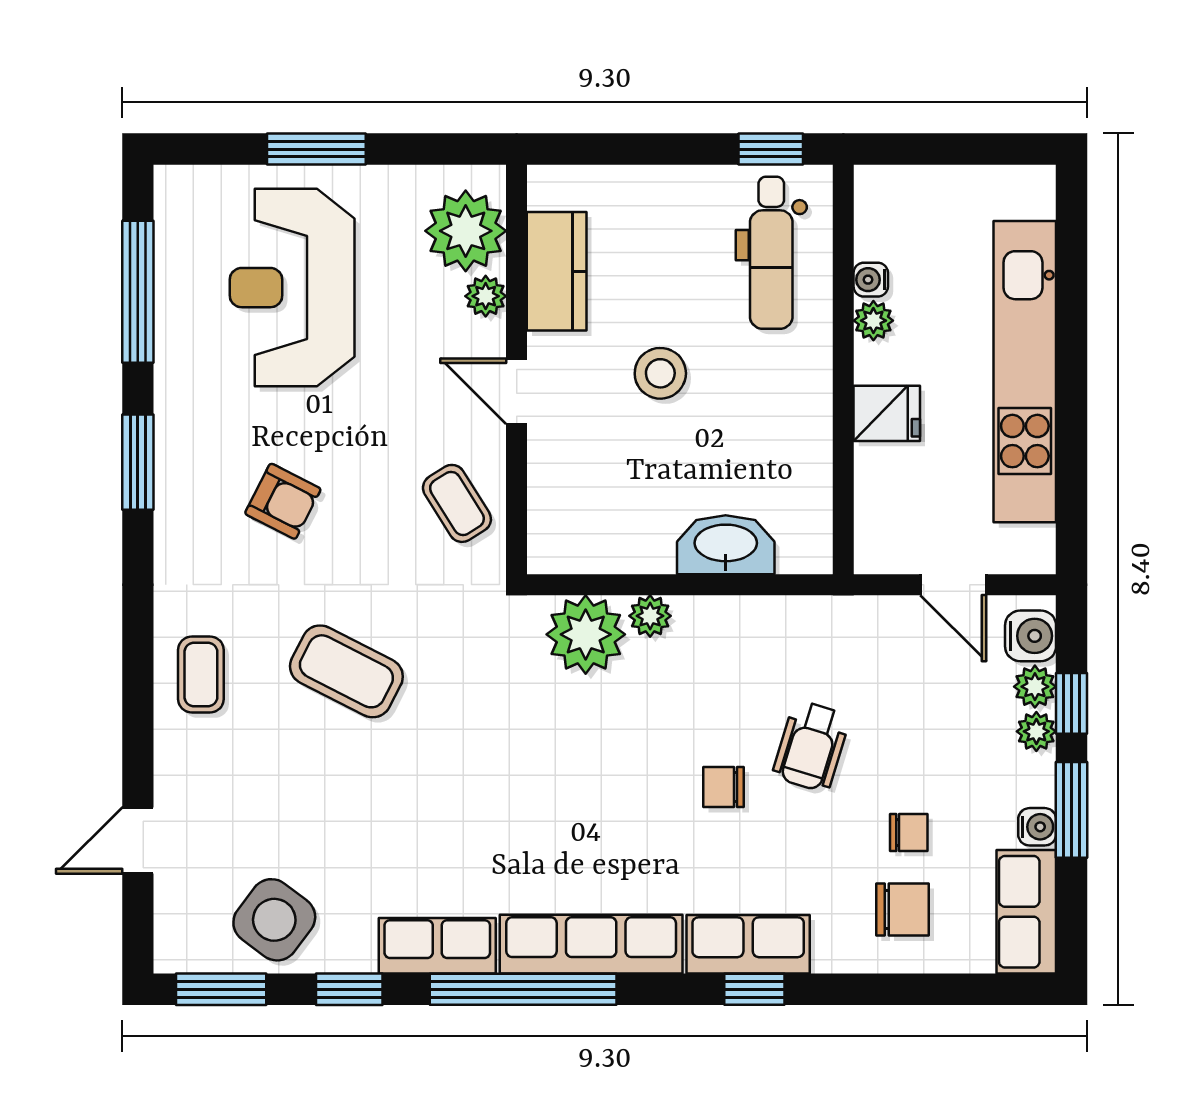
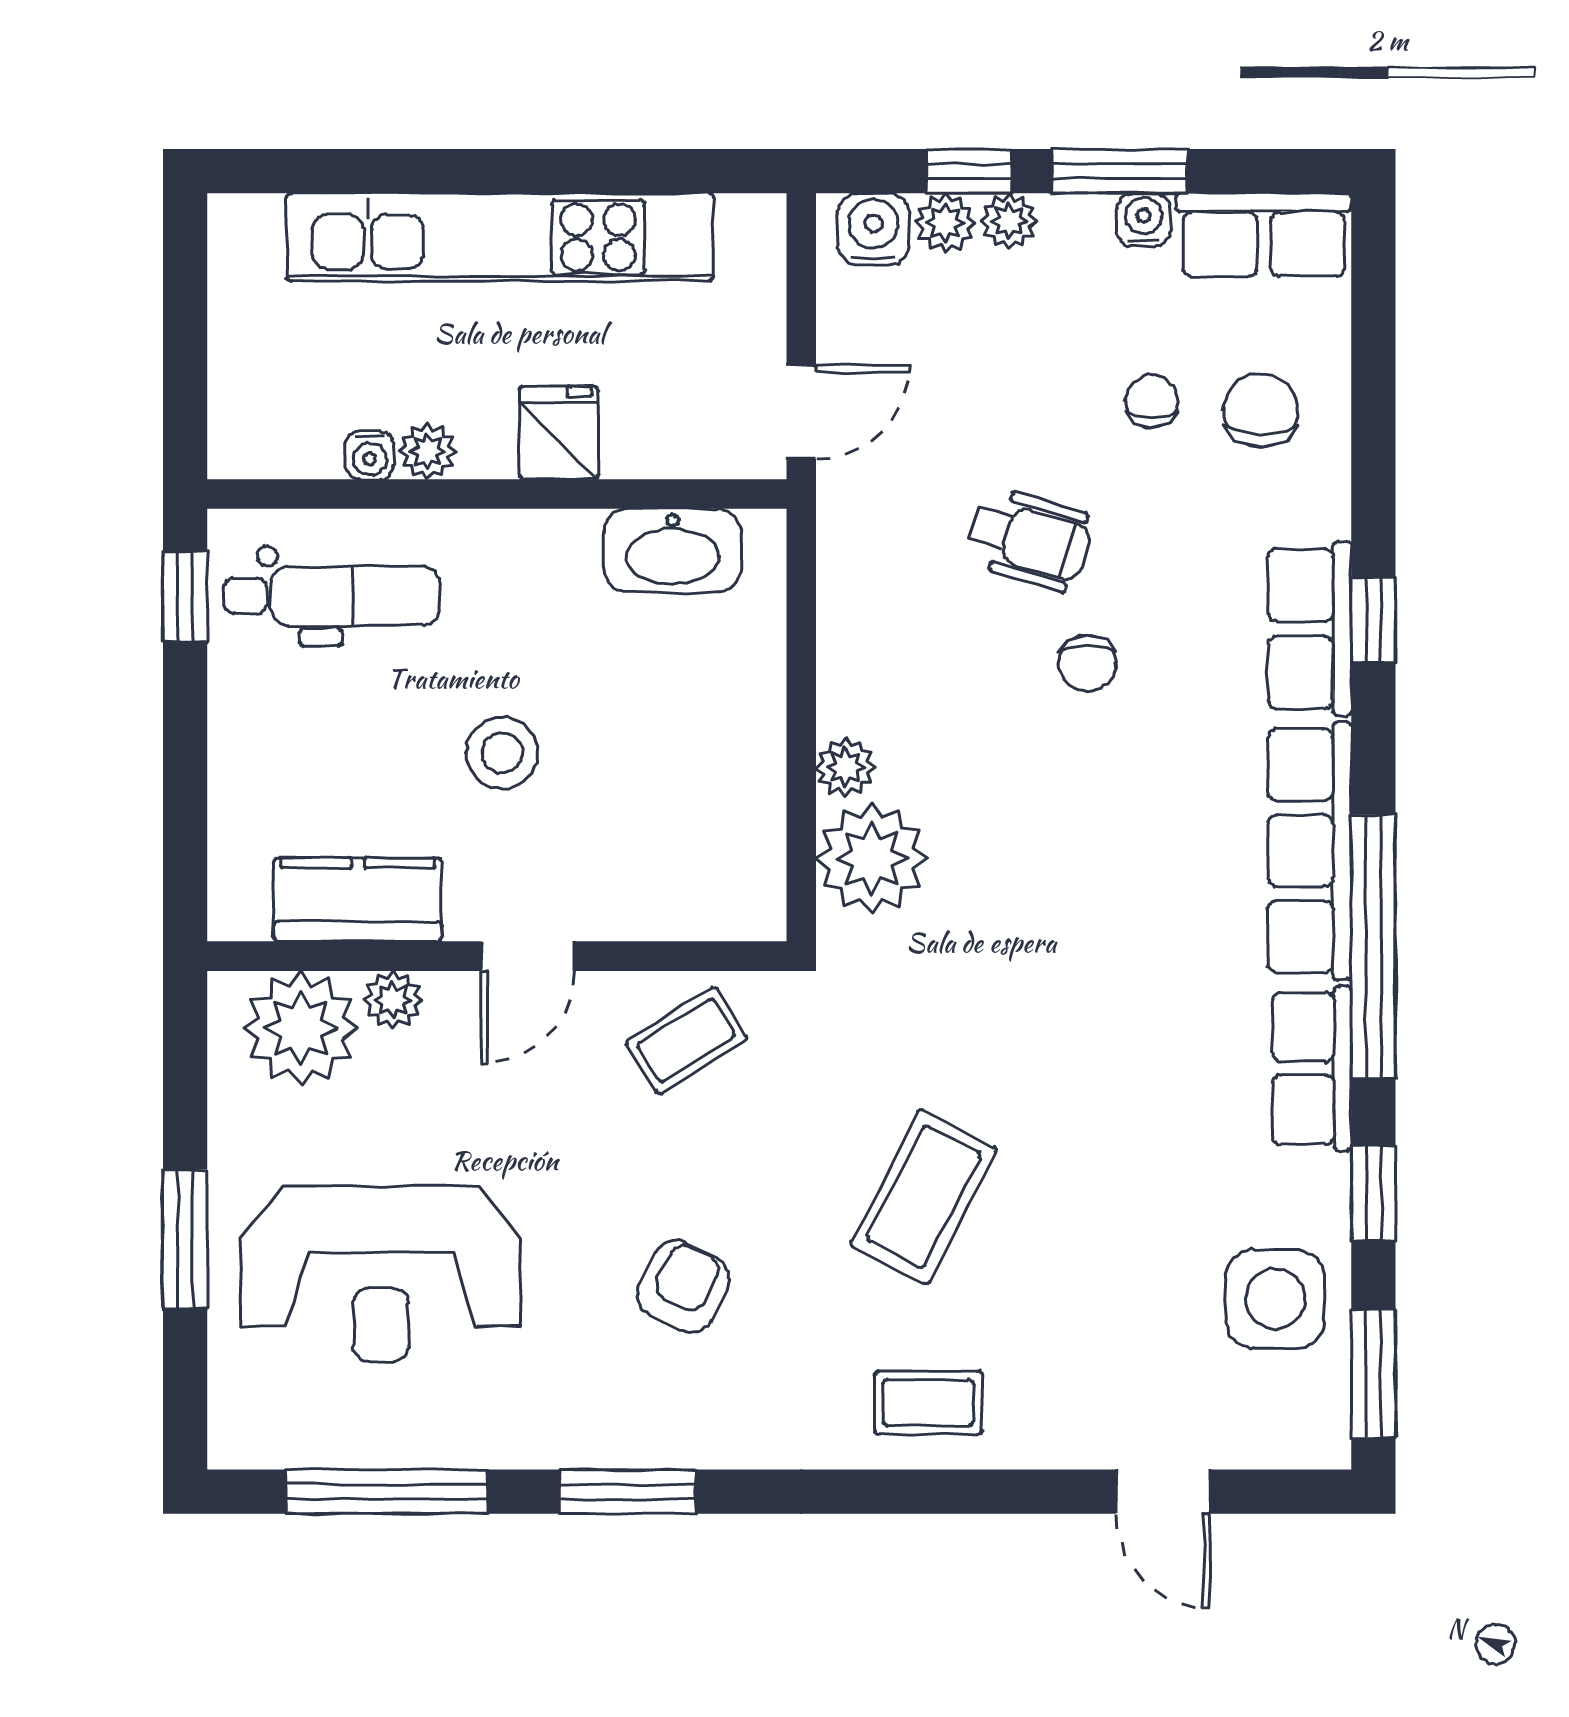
washbasin: (726, 545) -> (672, 551), moved, turned -90
door: (953, 585) -> (801, 412), moved
side table: (274, 920) -> (1275, 1299), turned -37

